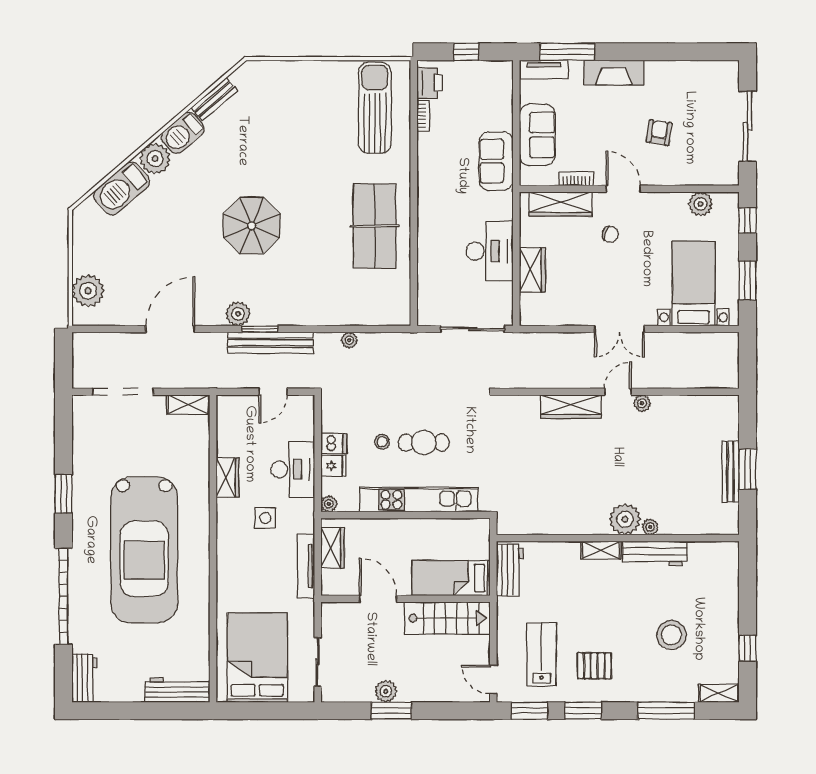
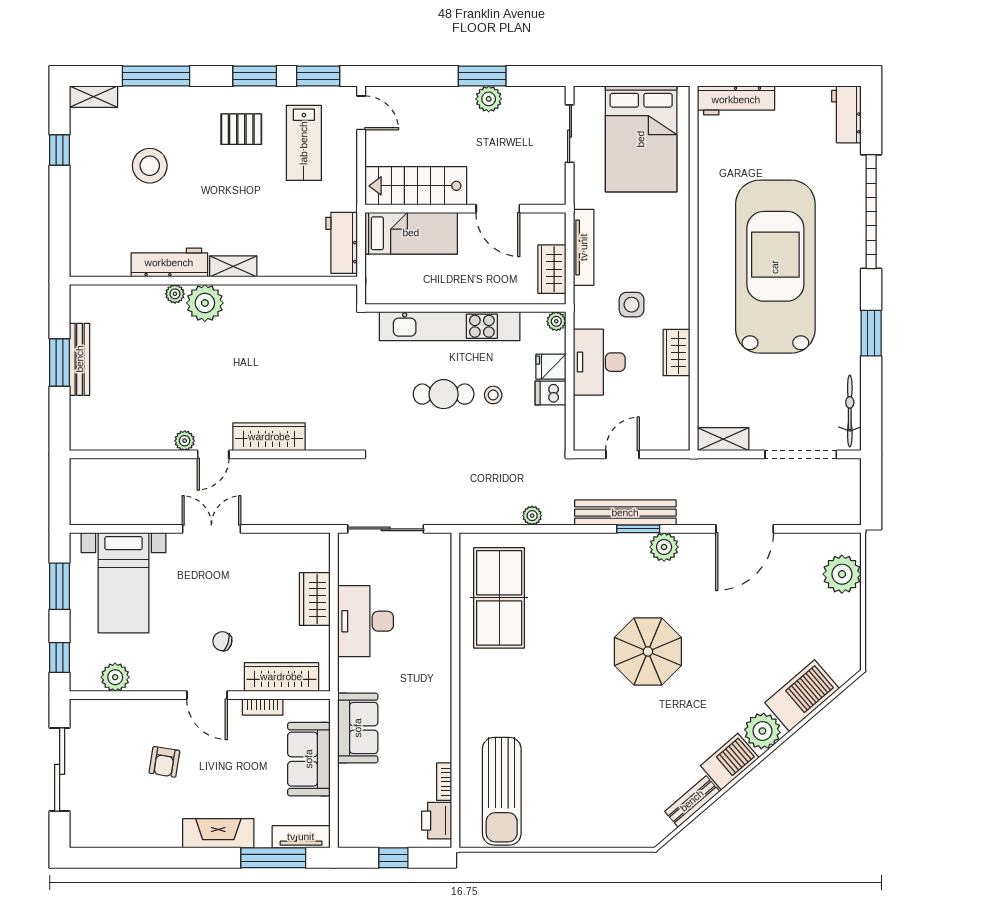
table tennis table: (375, 226) -> (499, 598), moved
bicycle: (81, 428) -> (850, 411), added

